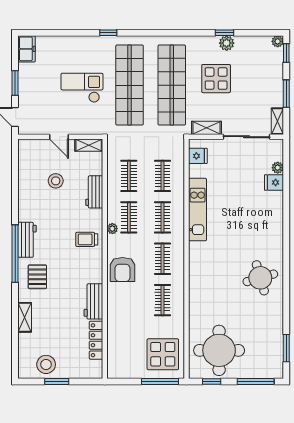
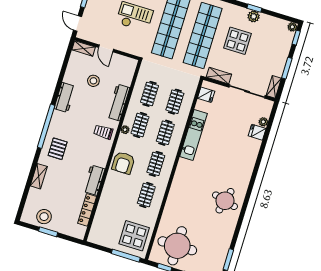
shelving: (89, 145) -> (84, 48), moved
workbench: (94, 192) -> (118, 103), width x1.38
workbench: (27, 240) -> (65, 97), moved
round table: (260, 278) -> (225, 201), turned 31

